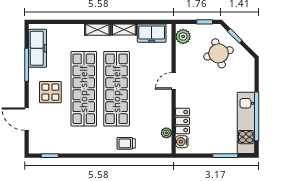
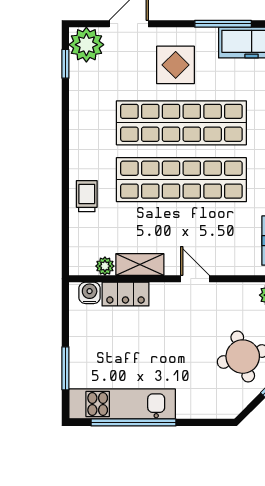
shelving: (165, 113) -> (140, 264), added
plant: (39, 144) -> (86, 45), added

